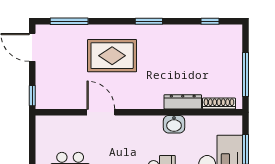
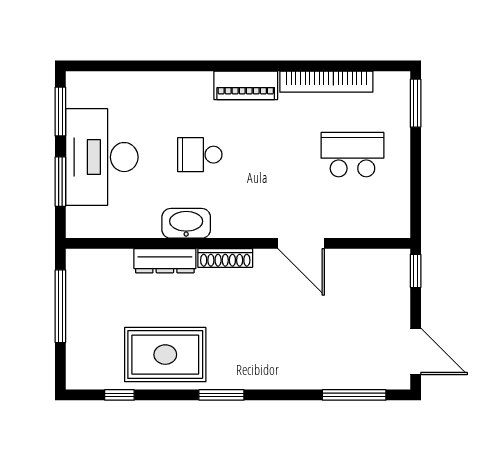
rug: (112, 56) -> (165, 355), moved
shoe rack: (219, 104) -> (225, 258), moved
washbasin: (174, 124) -> (186, 223), width x1.38

